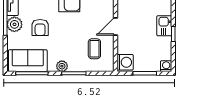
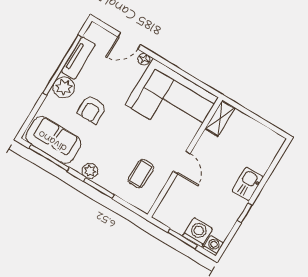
door: (116, 26) -> (182, 162), swing flipped
kitchen sink: (164, 26) -> (248, 184), moved
washing machine: (125, 62) -> (198, 232), moved, turned -90

